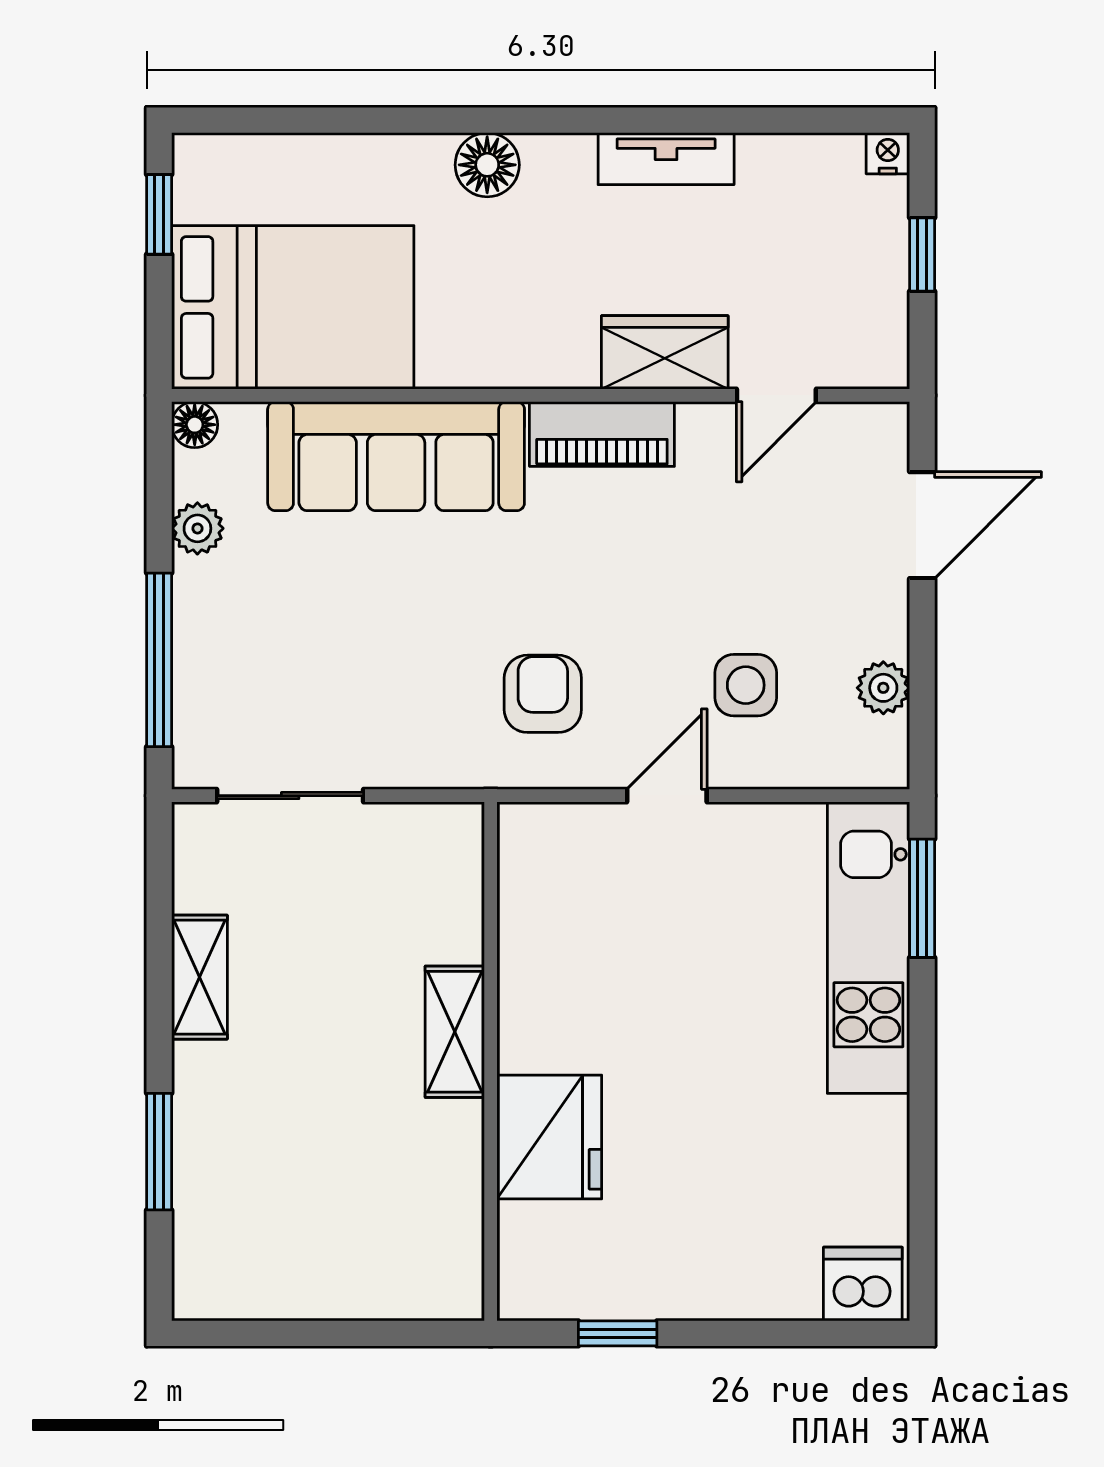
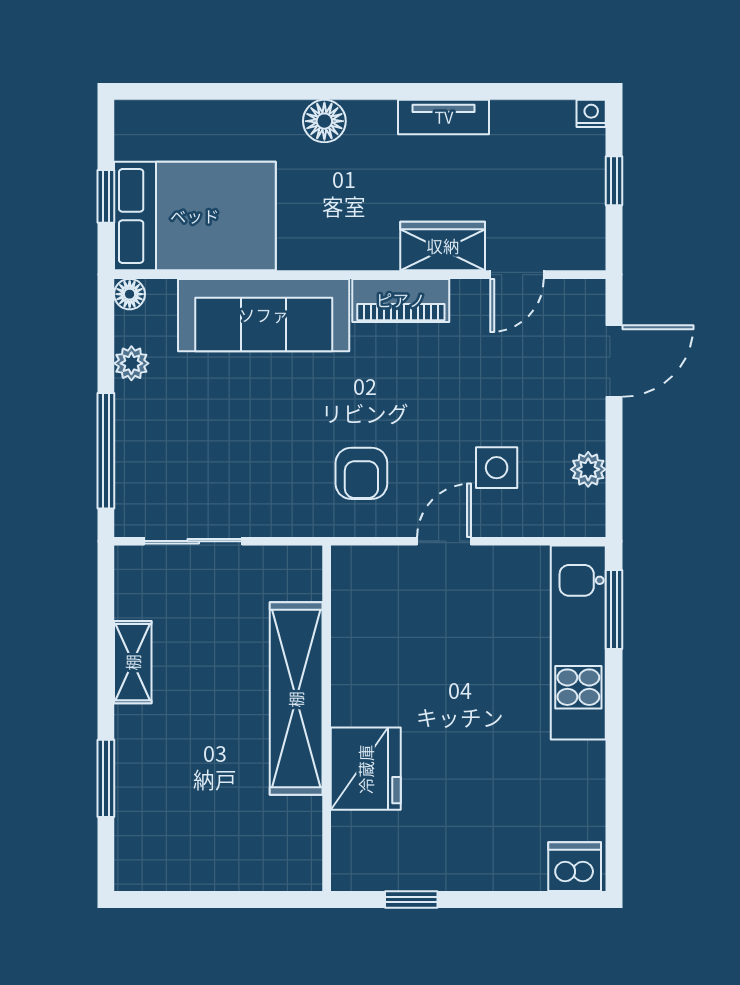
window: (159, 214) -> (106, 196), moved
armchair: (543, 694) -> (361, 473), turned 180
shelving: (455, 1032) -> (296, 699), width x2.20, depth x1.33

